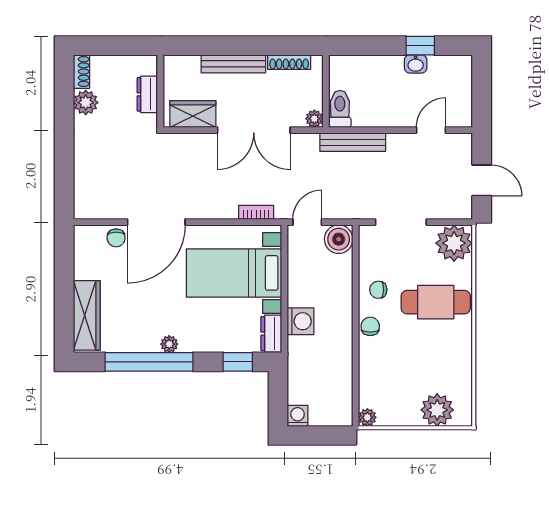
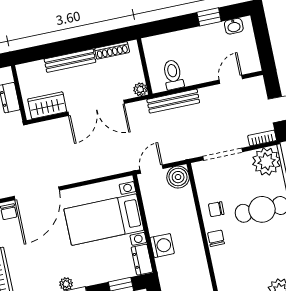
washbasin: (416, 64) -> (234, 26), moved
toilet: (340, 109) -> (173, 75), moved
bookcase: (256, 212) -> (262, 138), moved

